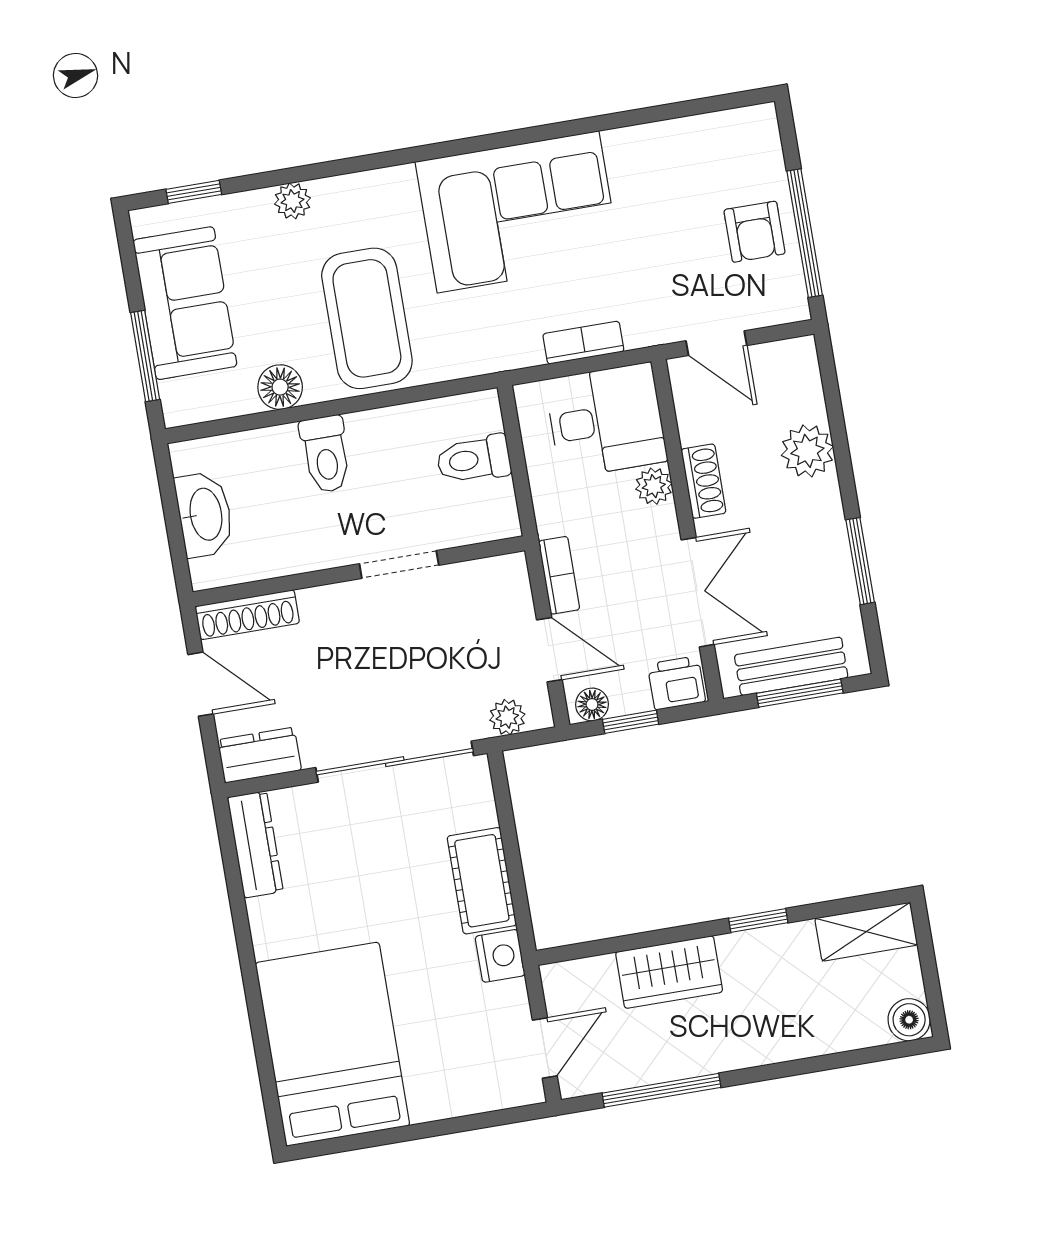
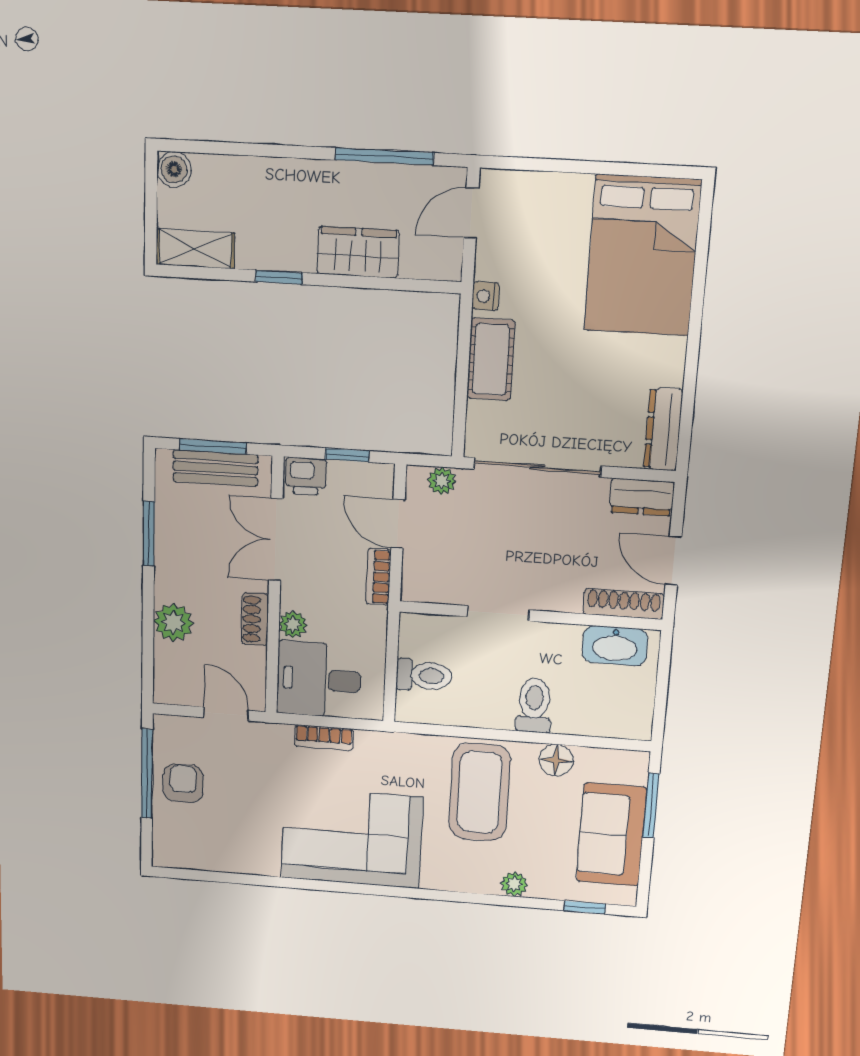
washbasin: (204, 514) -> (615, 646), moved, turned -90
floor lamp: (592, 704) -> (374, 475), removed
nightstand: (500, 956) -> (485, 296), width x0.72, depth x0.74

